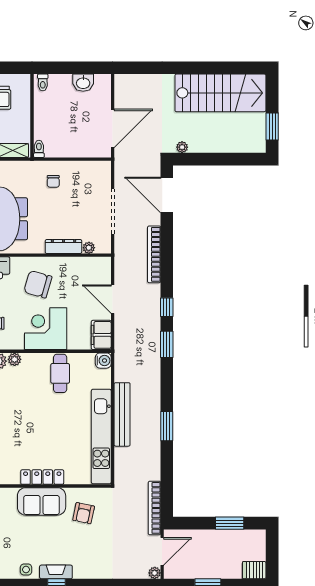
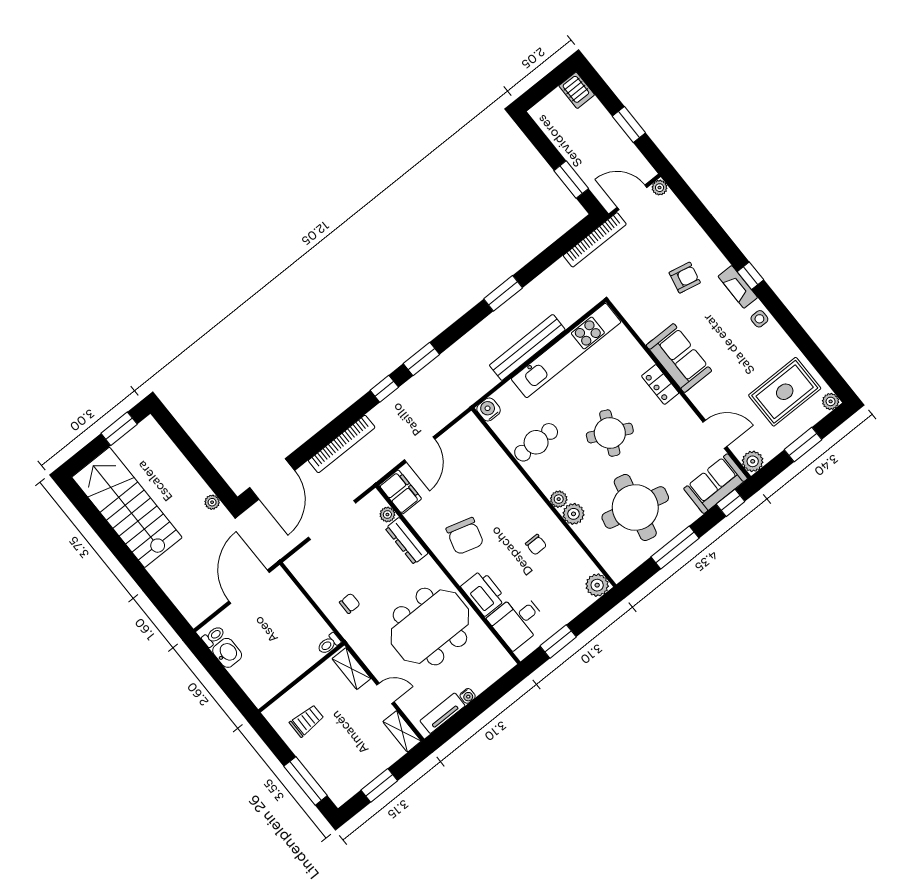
toilet: (43, 82) -> (213, 636), moved
door: (113, 128) -> (249, 587), hinge flipped
corner desk: (46, 329) -> (503, 493), removed
filing cabinet: (101, 335) -> (400, 492), moved, turned -90
round table: (30, 423) -> (610, 433), added
locker: (42, 477) -> (660, 384), width x0.66
armchair: (84, 513) -> (685, 278), moved
window: (230, 523) -> (571, 180), moved

